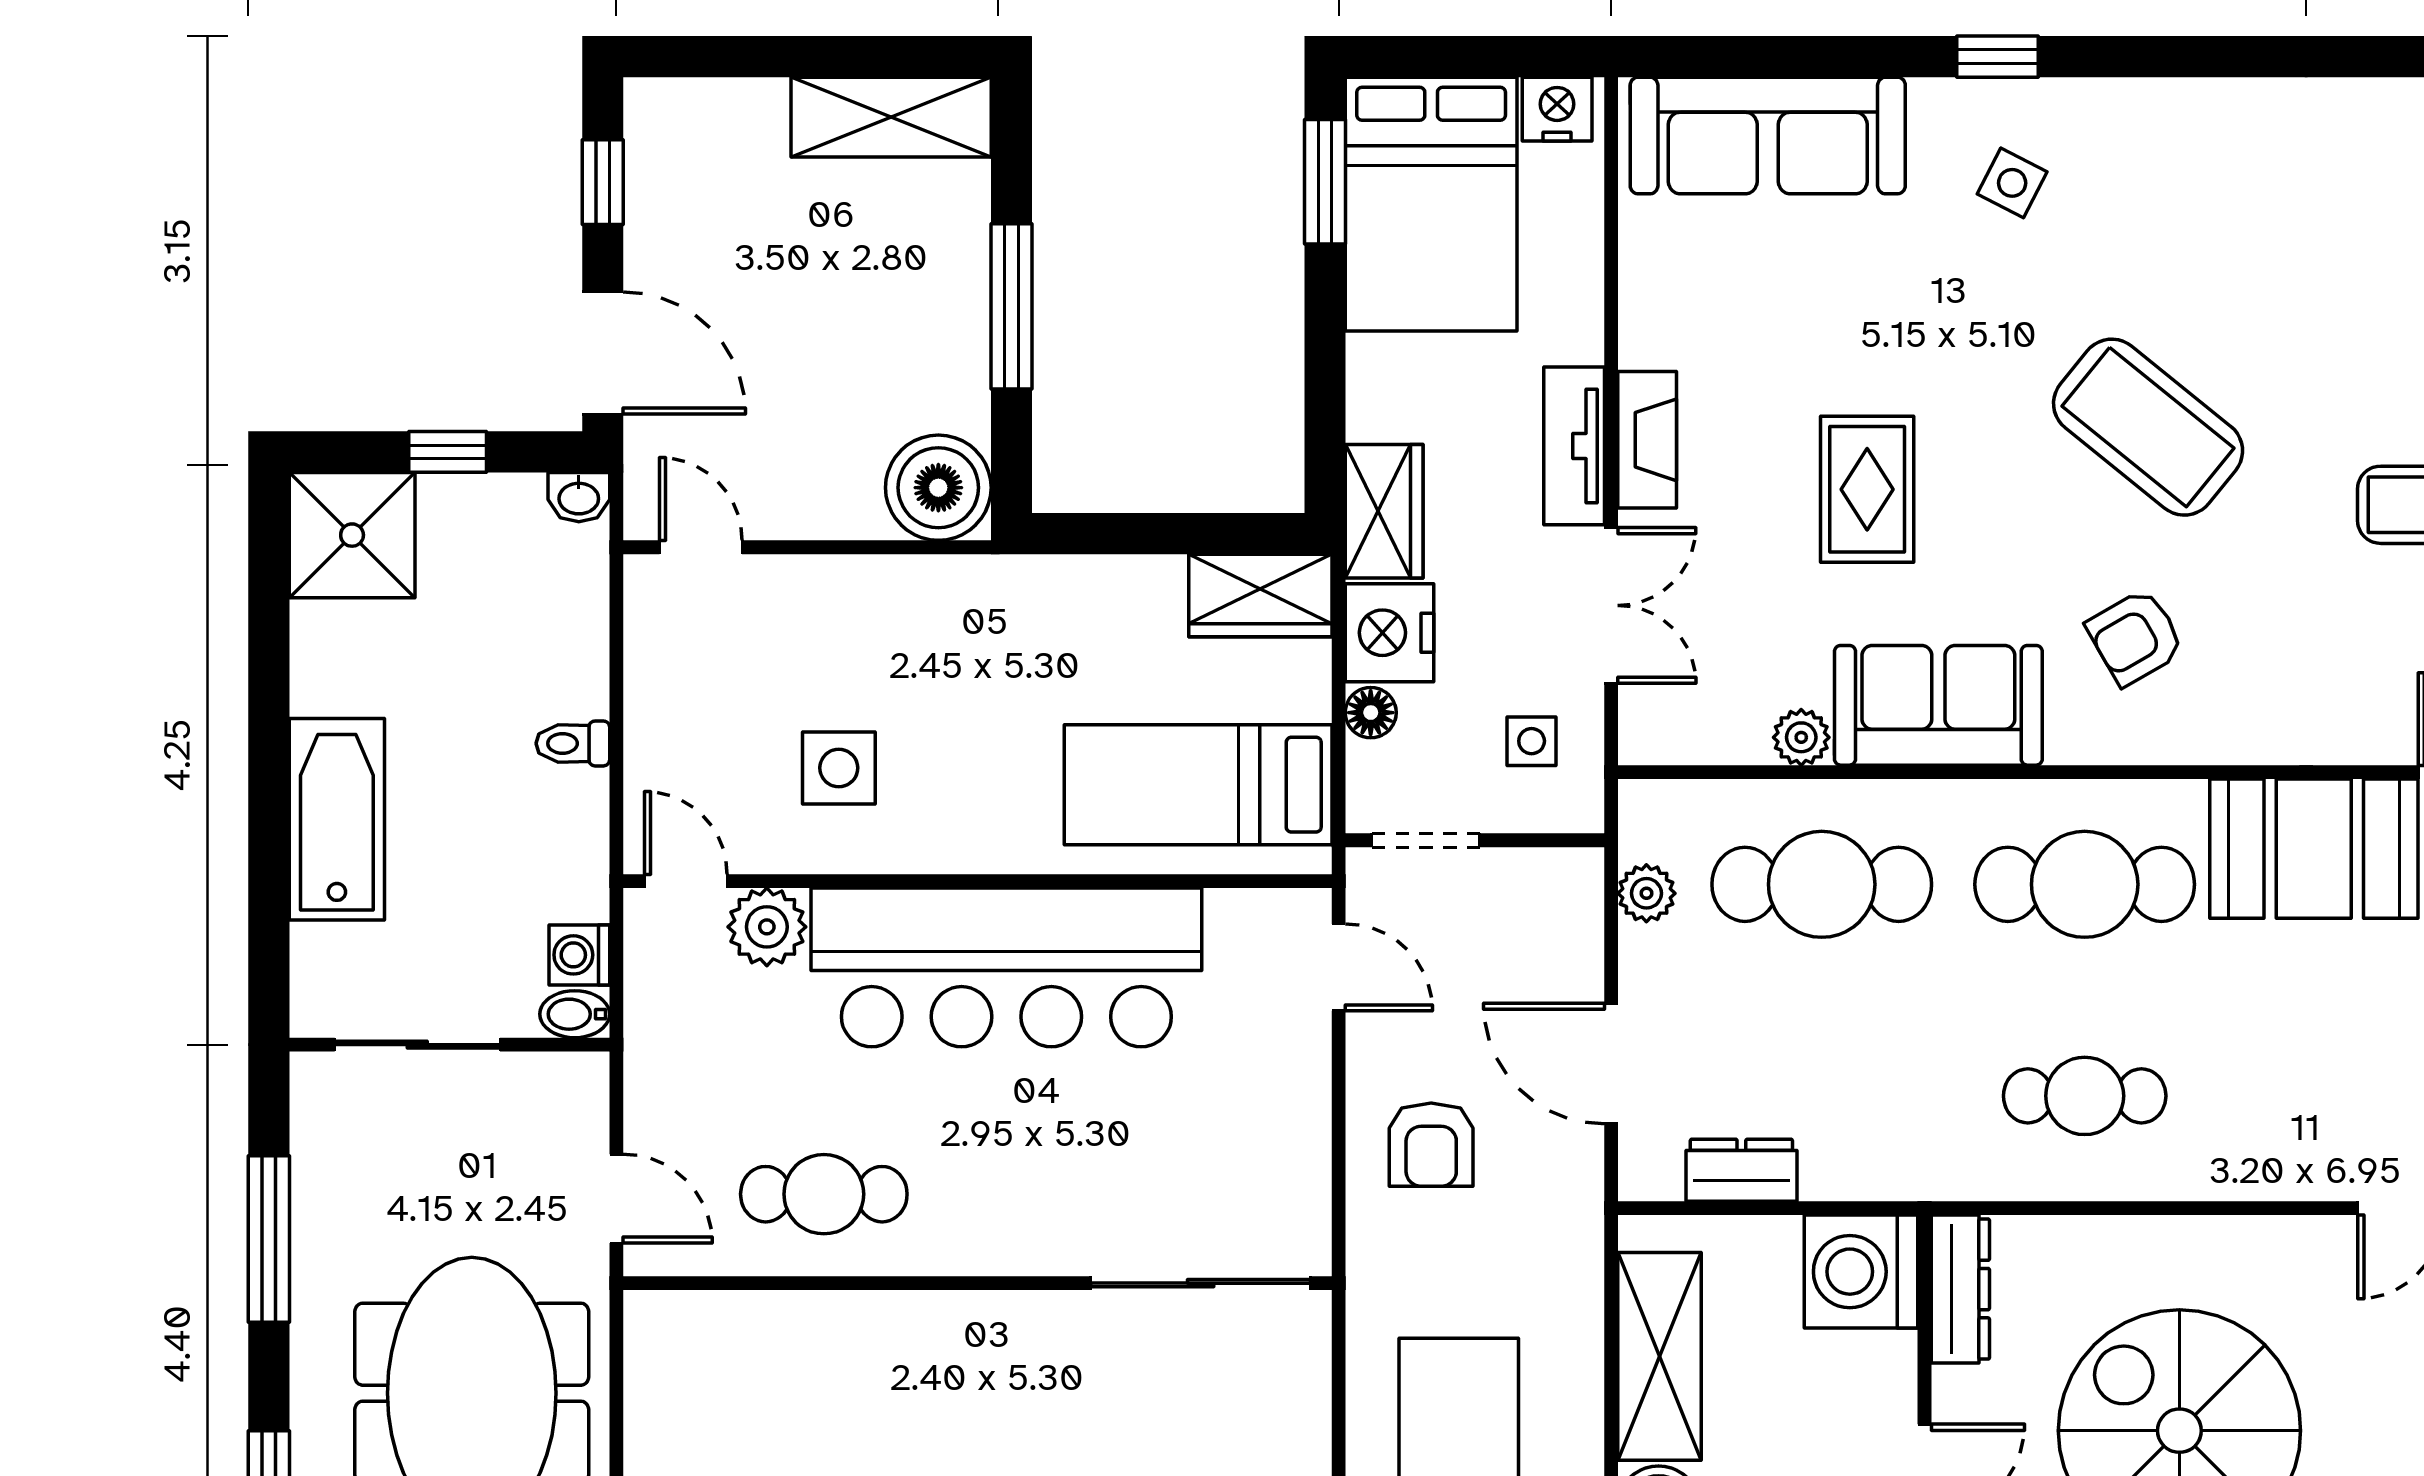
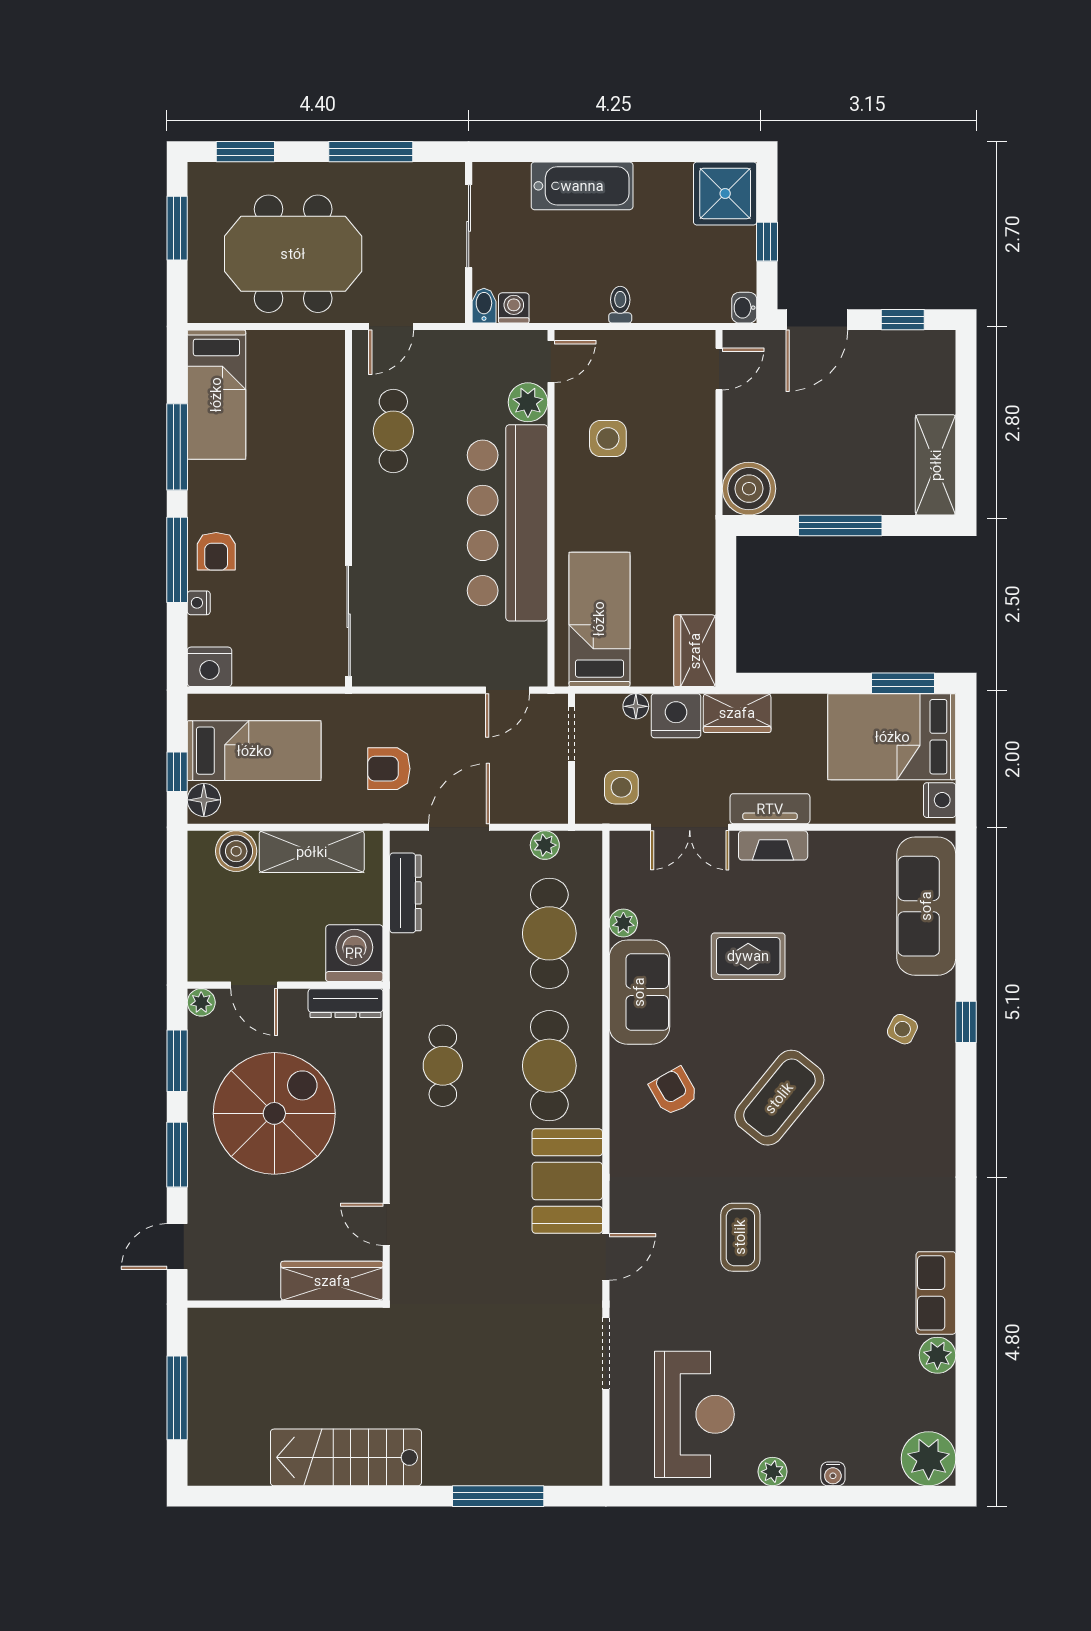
side table: (1532, 741) -> (621, 787), width x1.37, depth x1.37
armchair: (1431, 1145) -> (389, 769), moved
dresser: (1741, 1170) -> (405, 893), width x1.44

